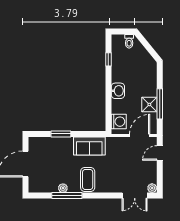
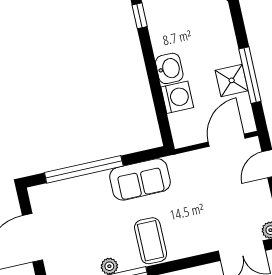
washing machine: (119, 122) -> (177, 97), moved
window: (61, 134) -> (84, 169), width x2.11

